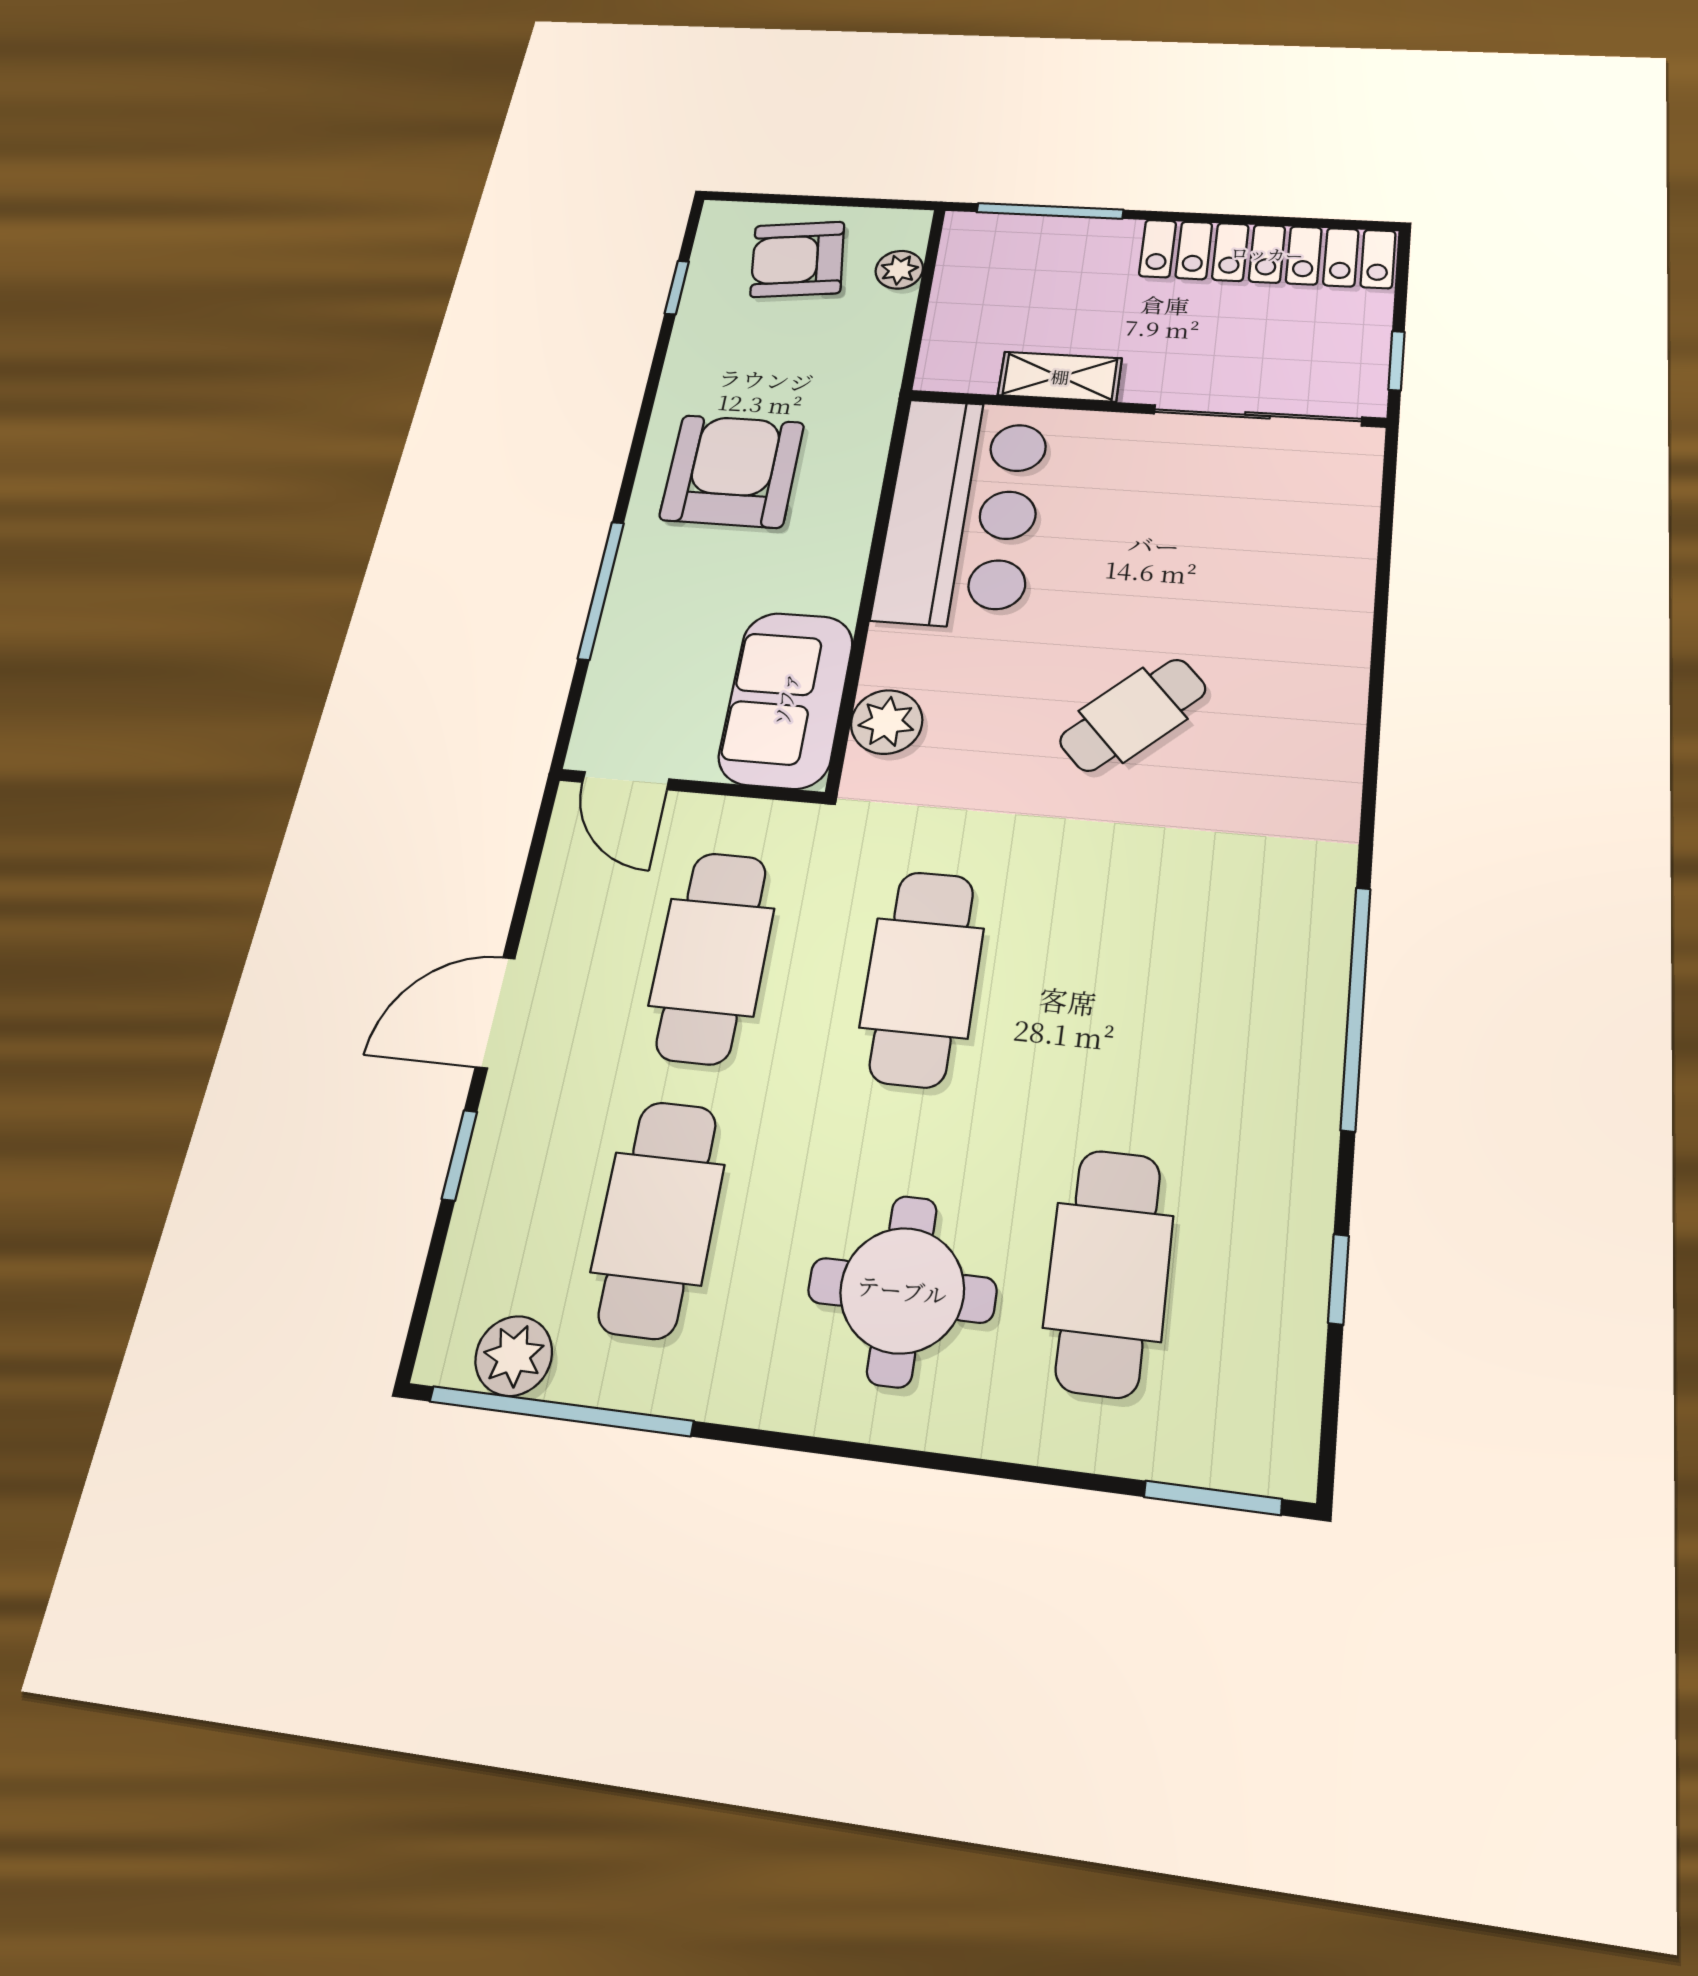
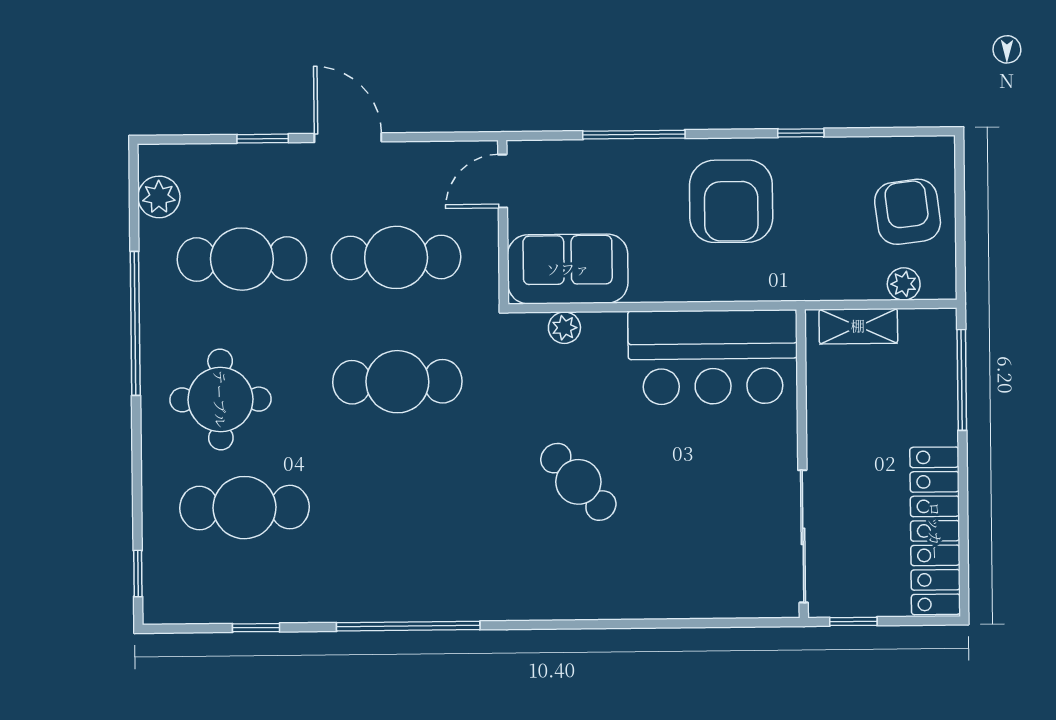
window: (677, 288) -> (801, 133), moved
shelving: (1060, 377) -> (858, 326), moved, turned 90
armchair: (732, 471) -> (731, 201), turned 90
plant: (887, 722) -> (564, 328), width x0.73, depth x0.73
window: (561, 1411) -> (135, 323), moved
window: (1213, 1498) -> (138, 573), width x0.67

